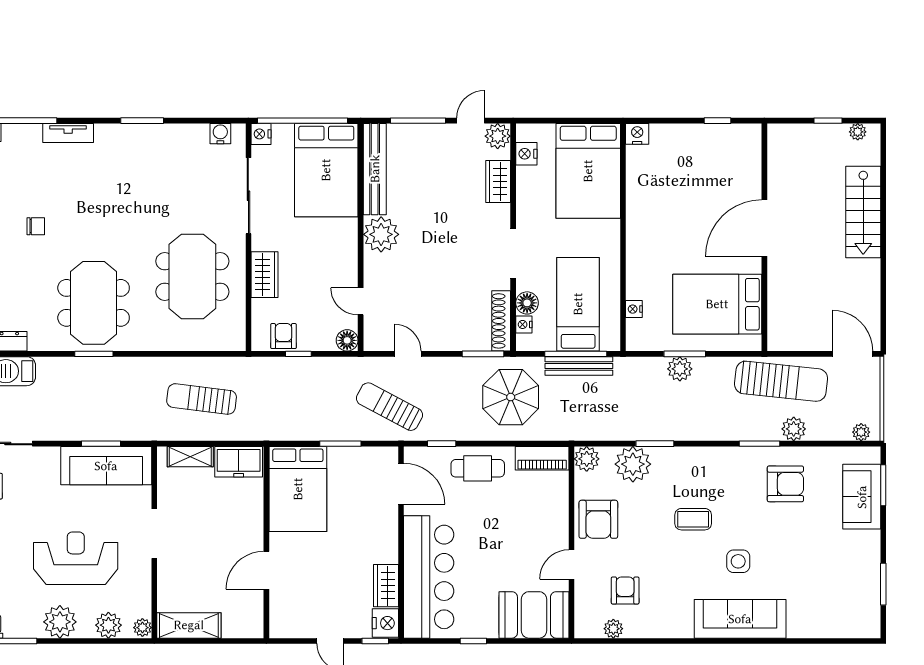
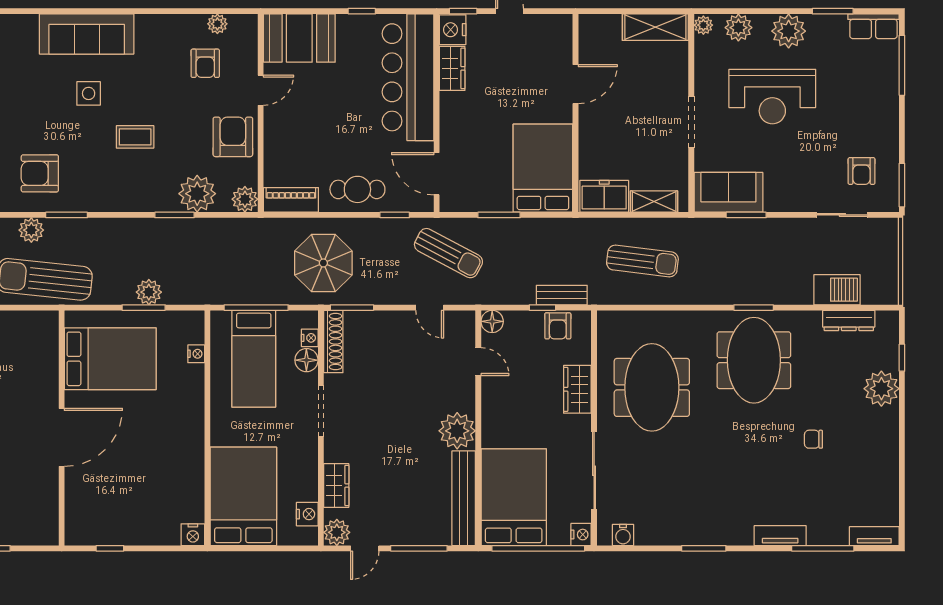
bench: (579, 366) -> (562, 295), moved, width x0.73
sofa: (106, 466) -> (728, 192), width x0.73

